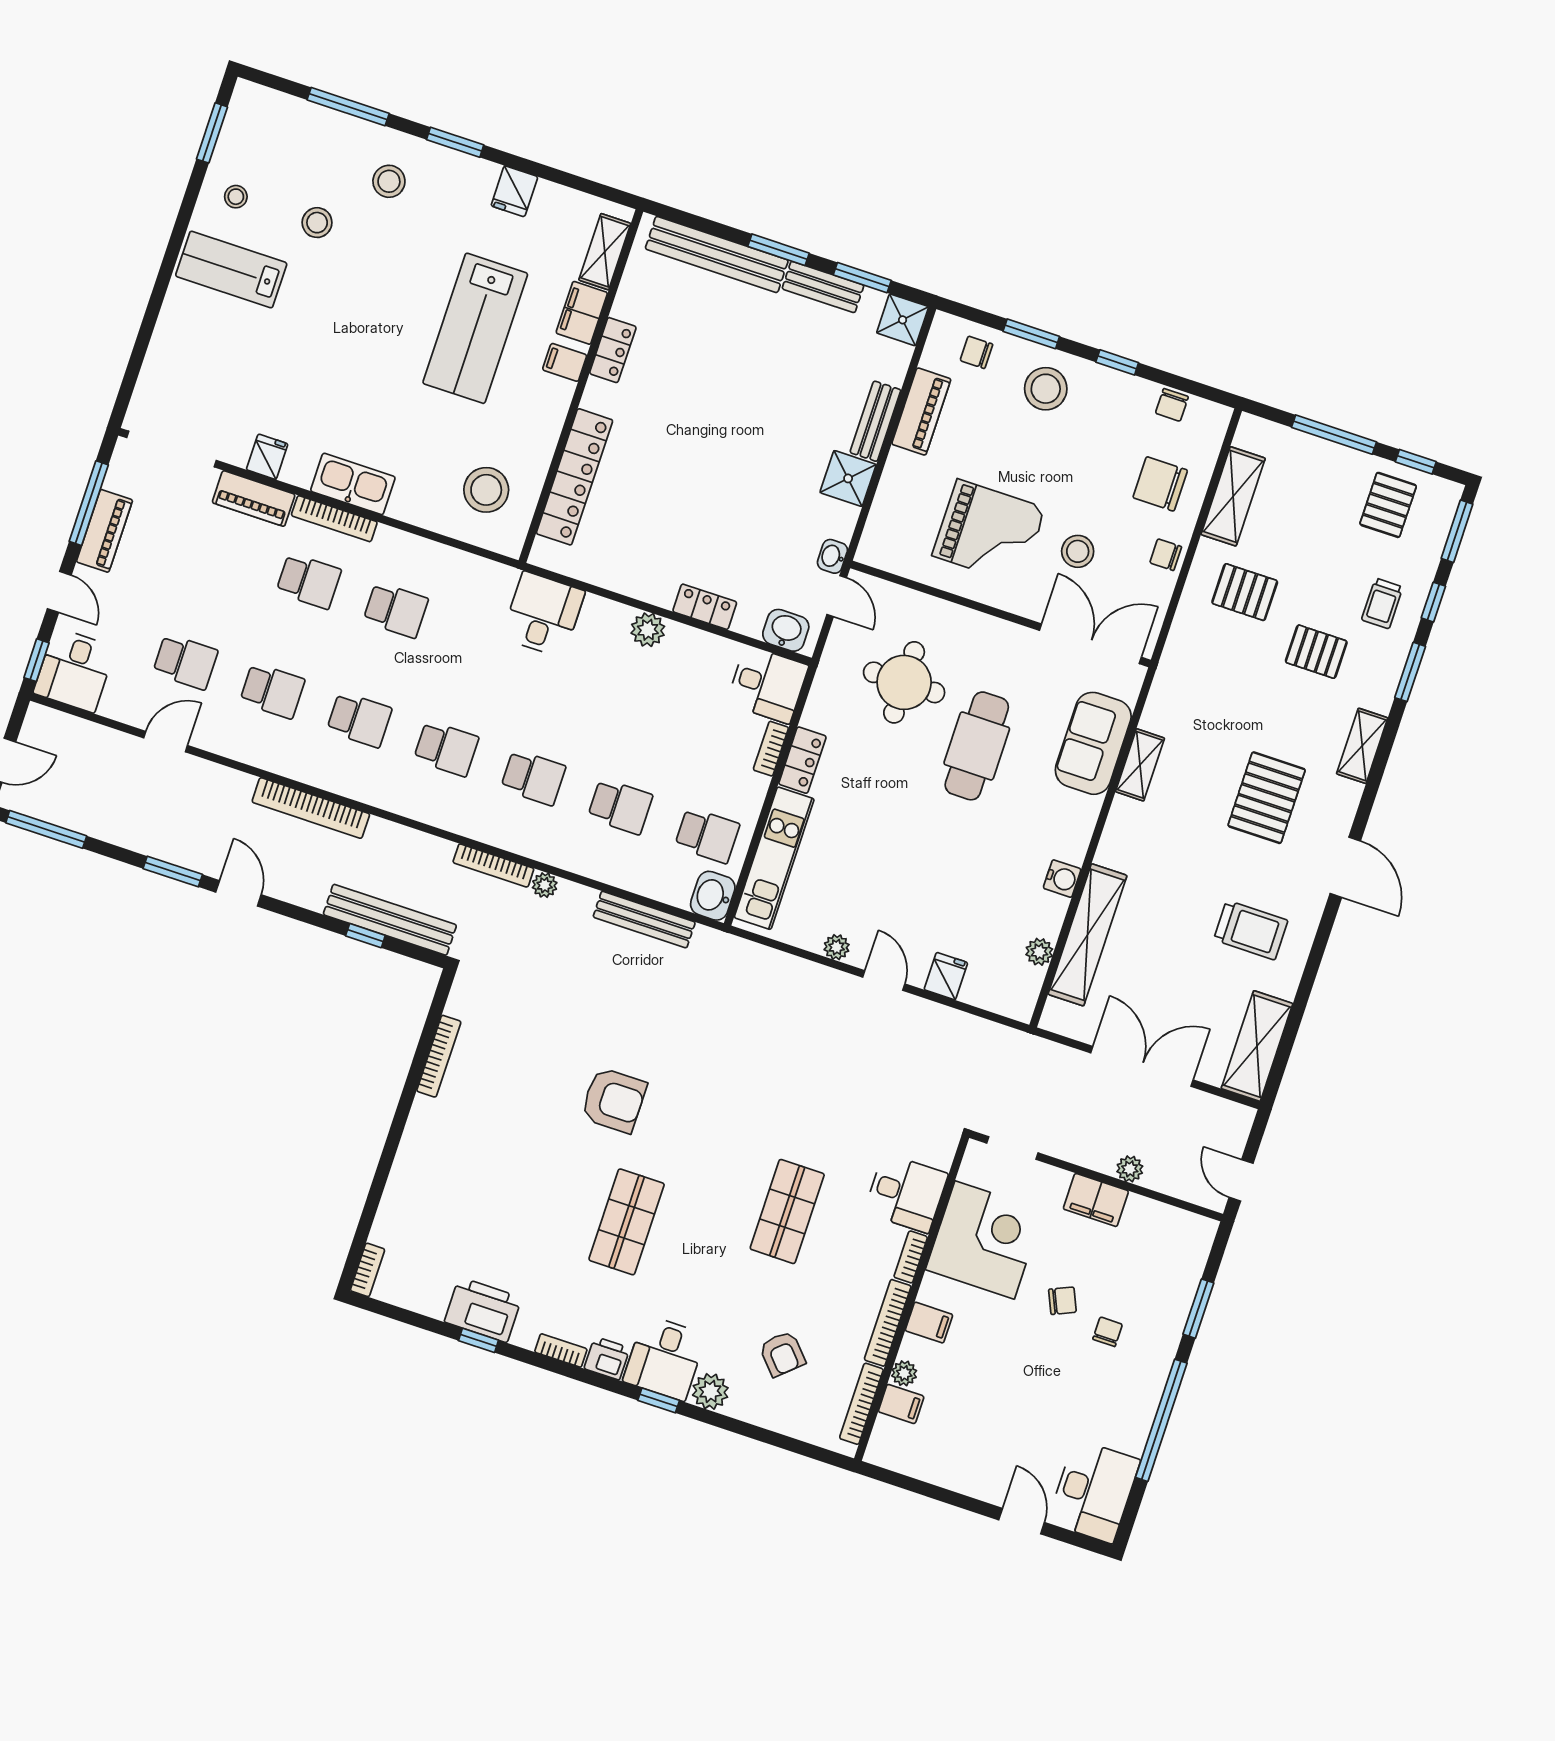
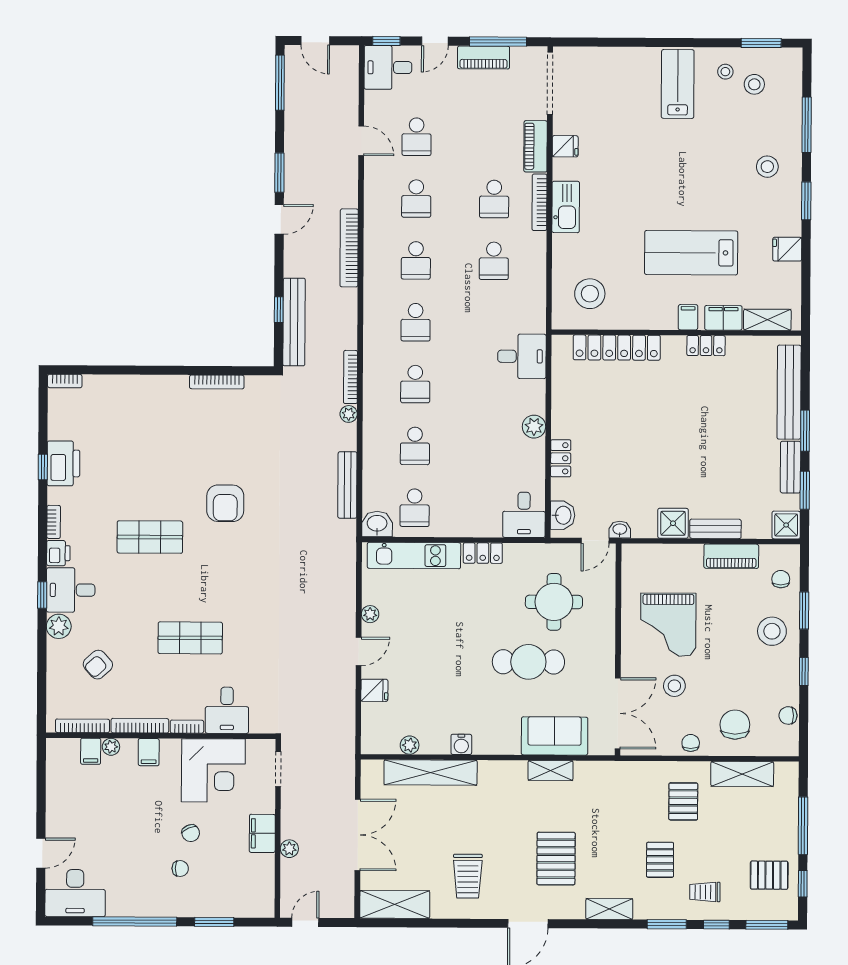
stool: (317, 223) -> (754, 84), moved
bookcase: (771, 749) -> (484, 530), removed
pallet: (1267, 798) -> (556, 859), turned 90

